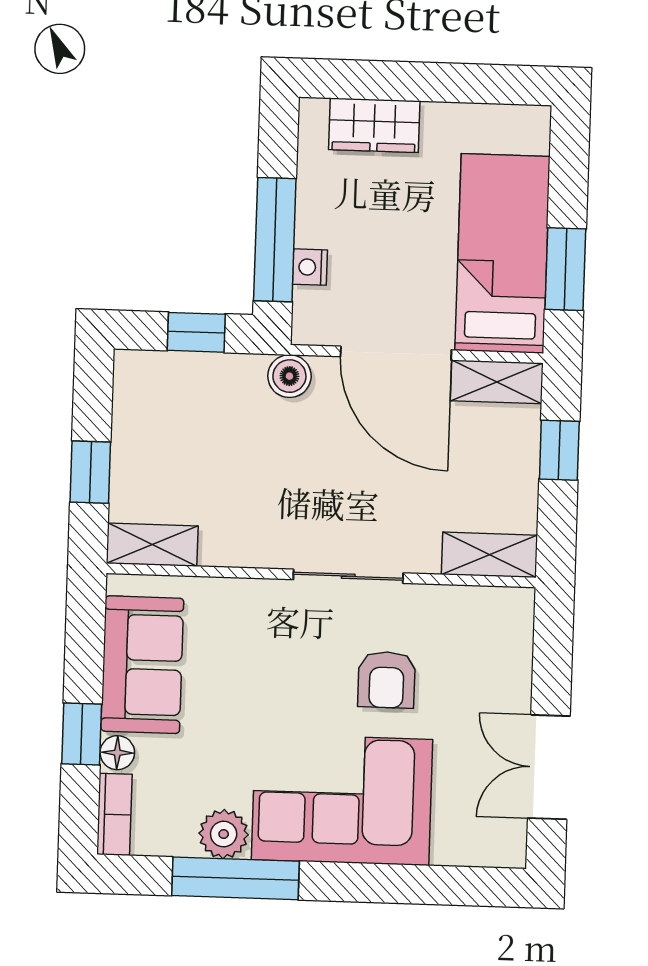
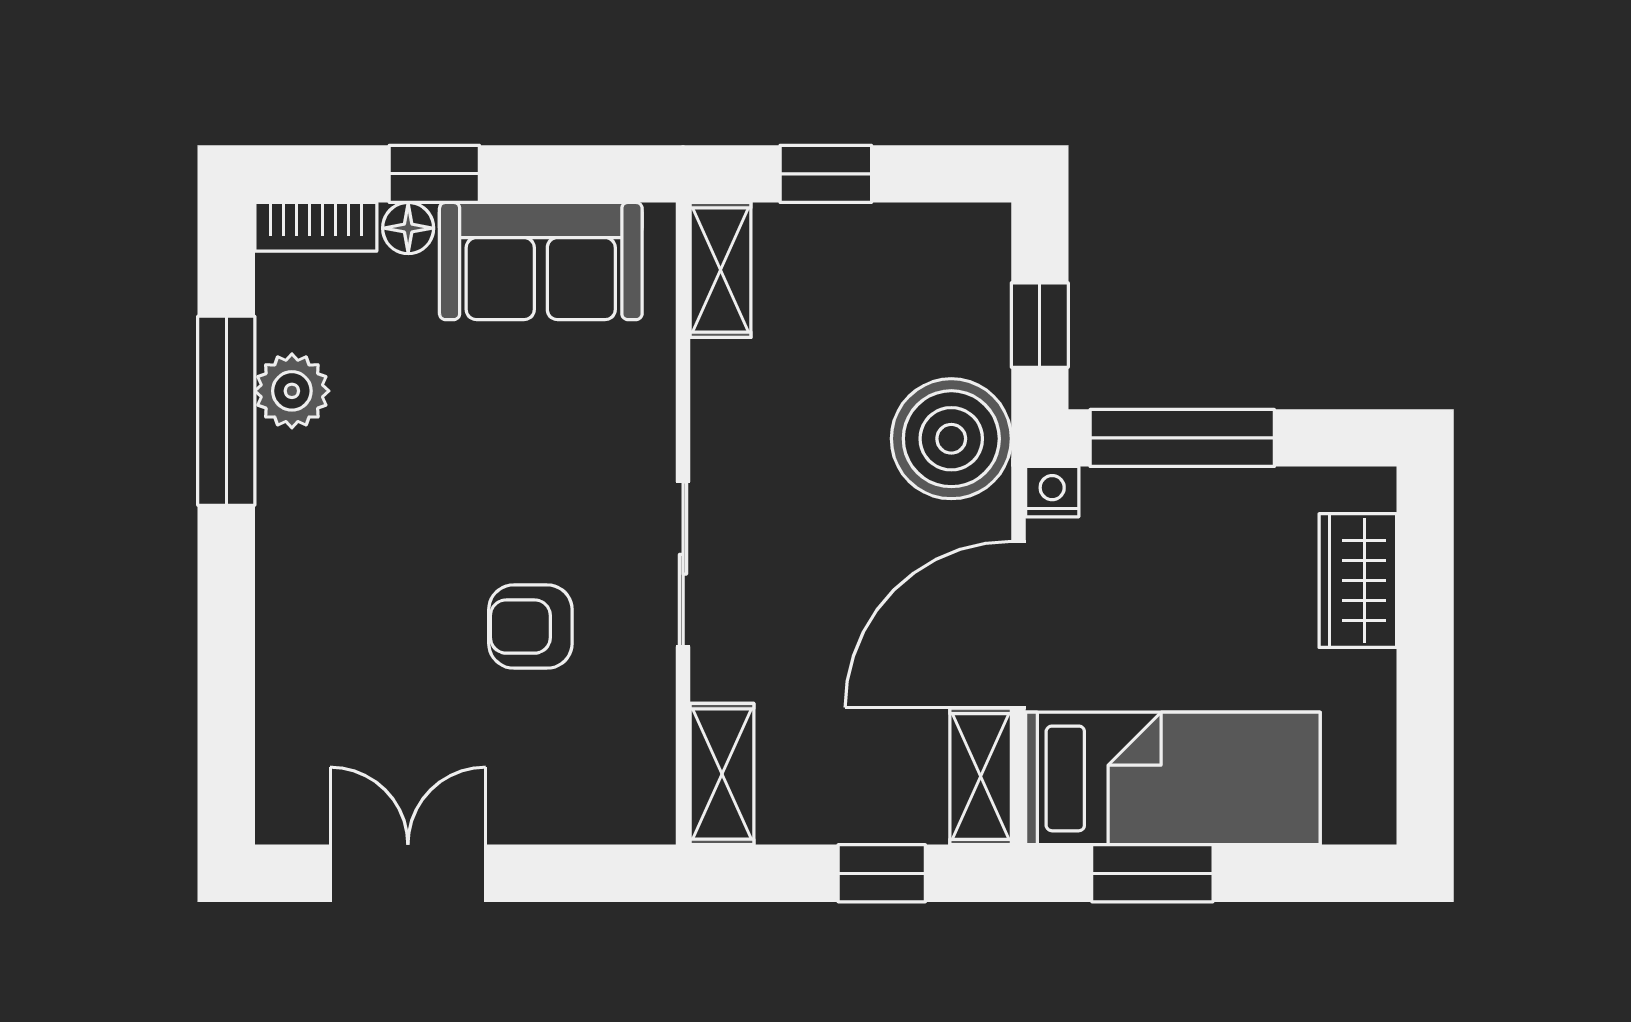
nightstand: (310, 267) -> (1052, 492), moved
boiler: (289, 376) -> (951, 439), width x1.86, depth x1.86
corner sofa: (342, 800) -> (349, 566), removed

